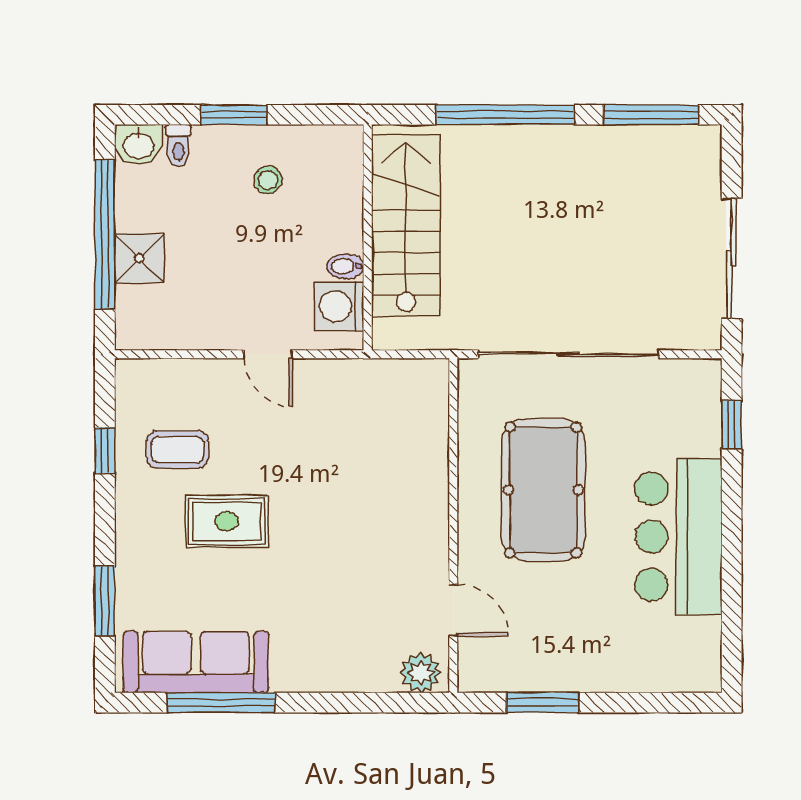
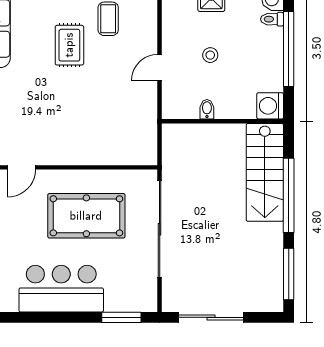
window: (234, 115) -> (289, 49), width x2.11
stool: (268, 180) -> (210, 55), moved
stairs: (406, 225) -> (265, 172), moved, turned 90
washing machine: (339, 306) -> (270, 106), moved, turned -90
window: (732, 425) -> (121, 317), width x1.50

